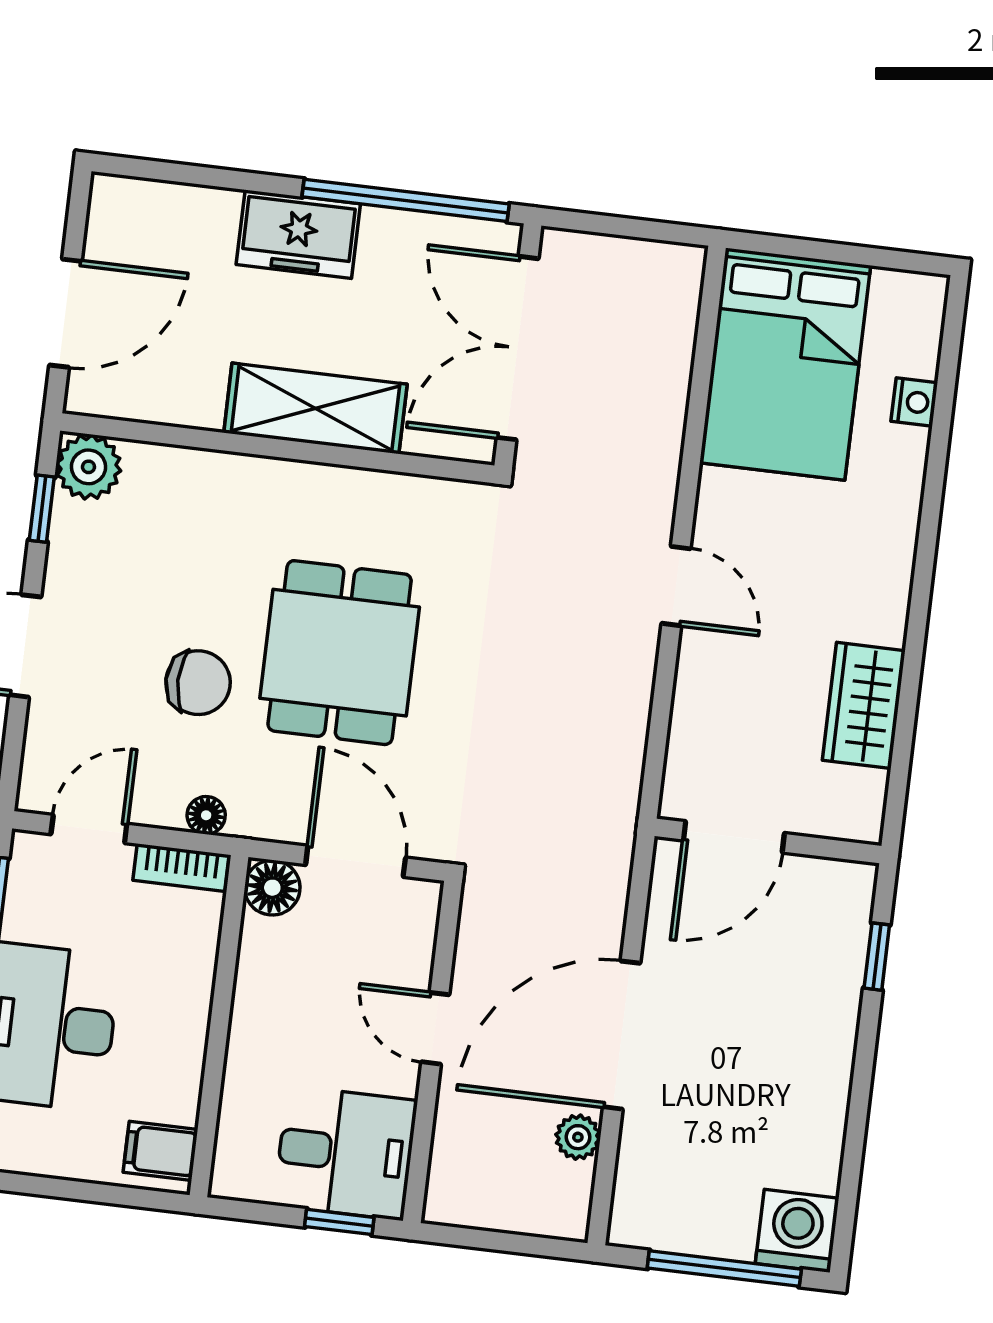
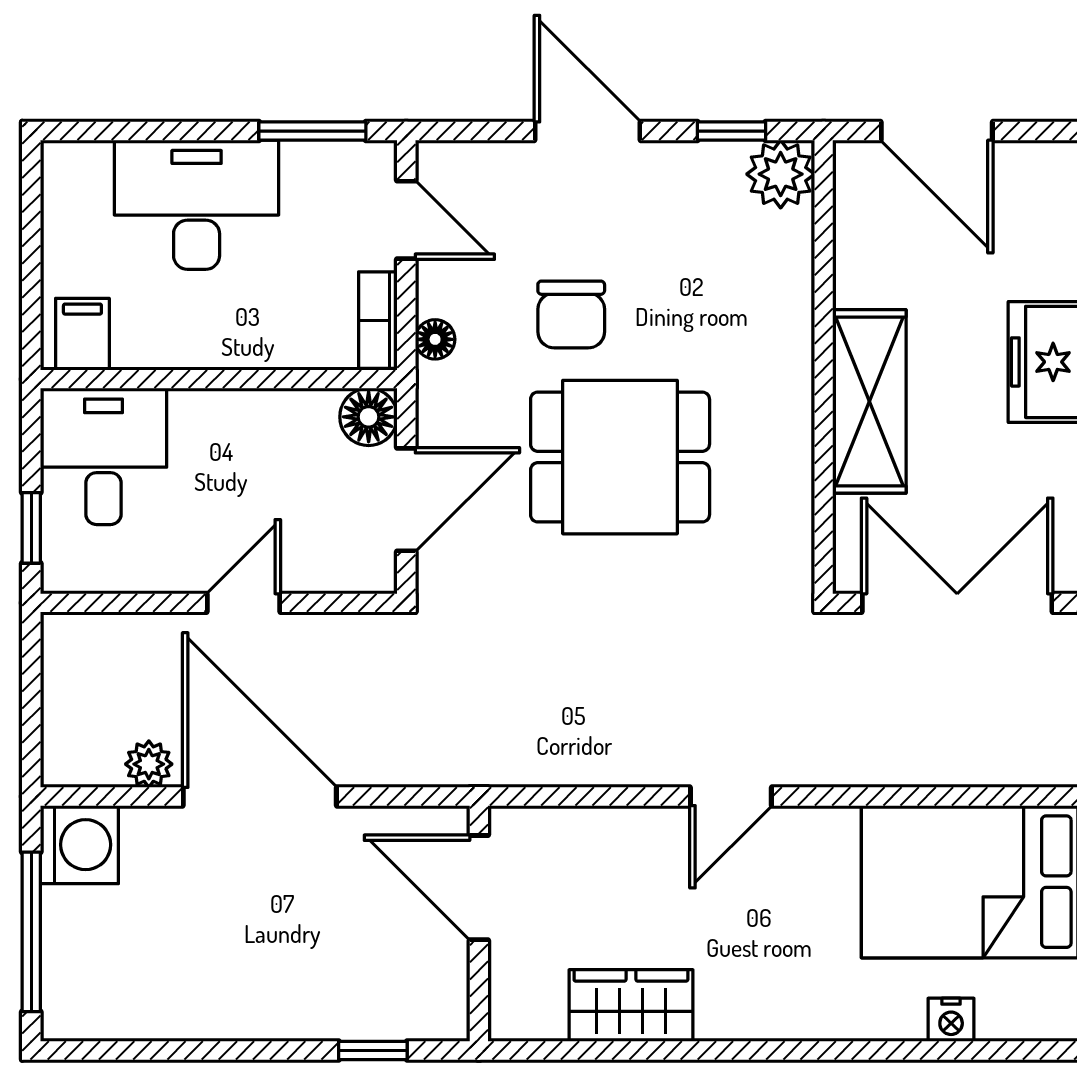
desk: (345, 1153) -> (104, 456), moved, turned 180
washing machine: (797, 1231) -> (79, 845), moved

